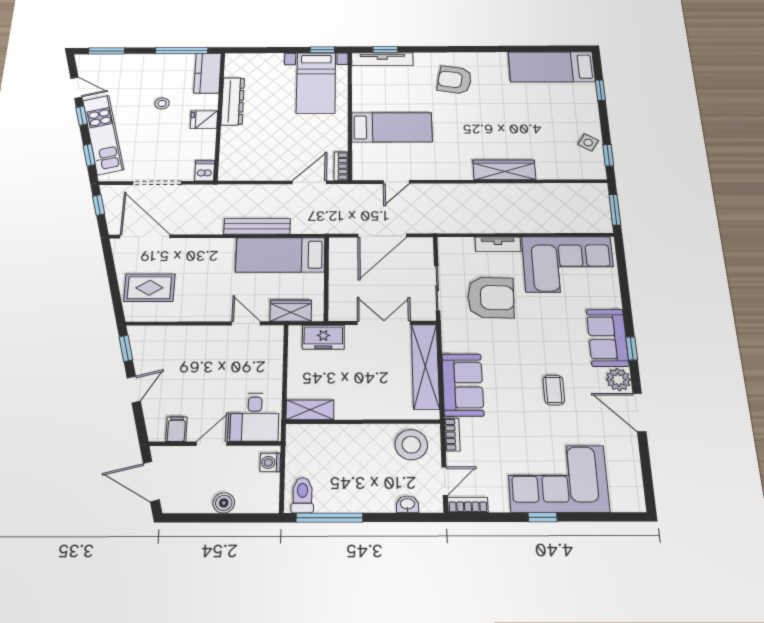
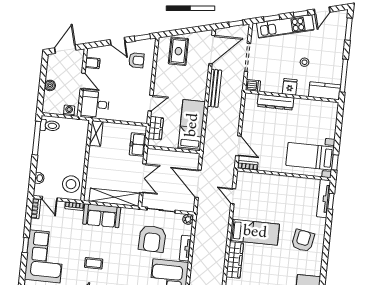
dresser: (233, 101) -> (275, 102), moved
bed: (392, 127) -> (255, 232), moved, turned -90
bench: (257, 226) -> (214, 88), moved
plant: (447, 245) -> (188, 219), added
armchair: (168, 354) -> (136, 60), added

